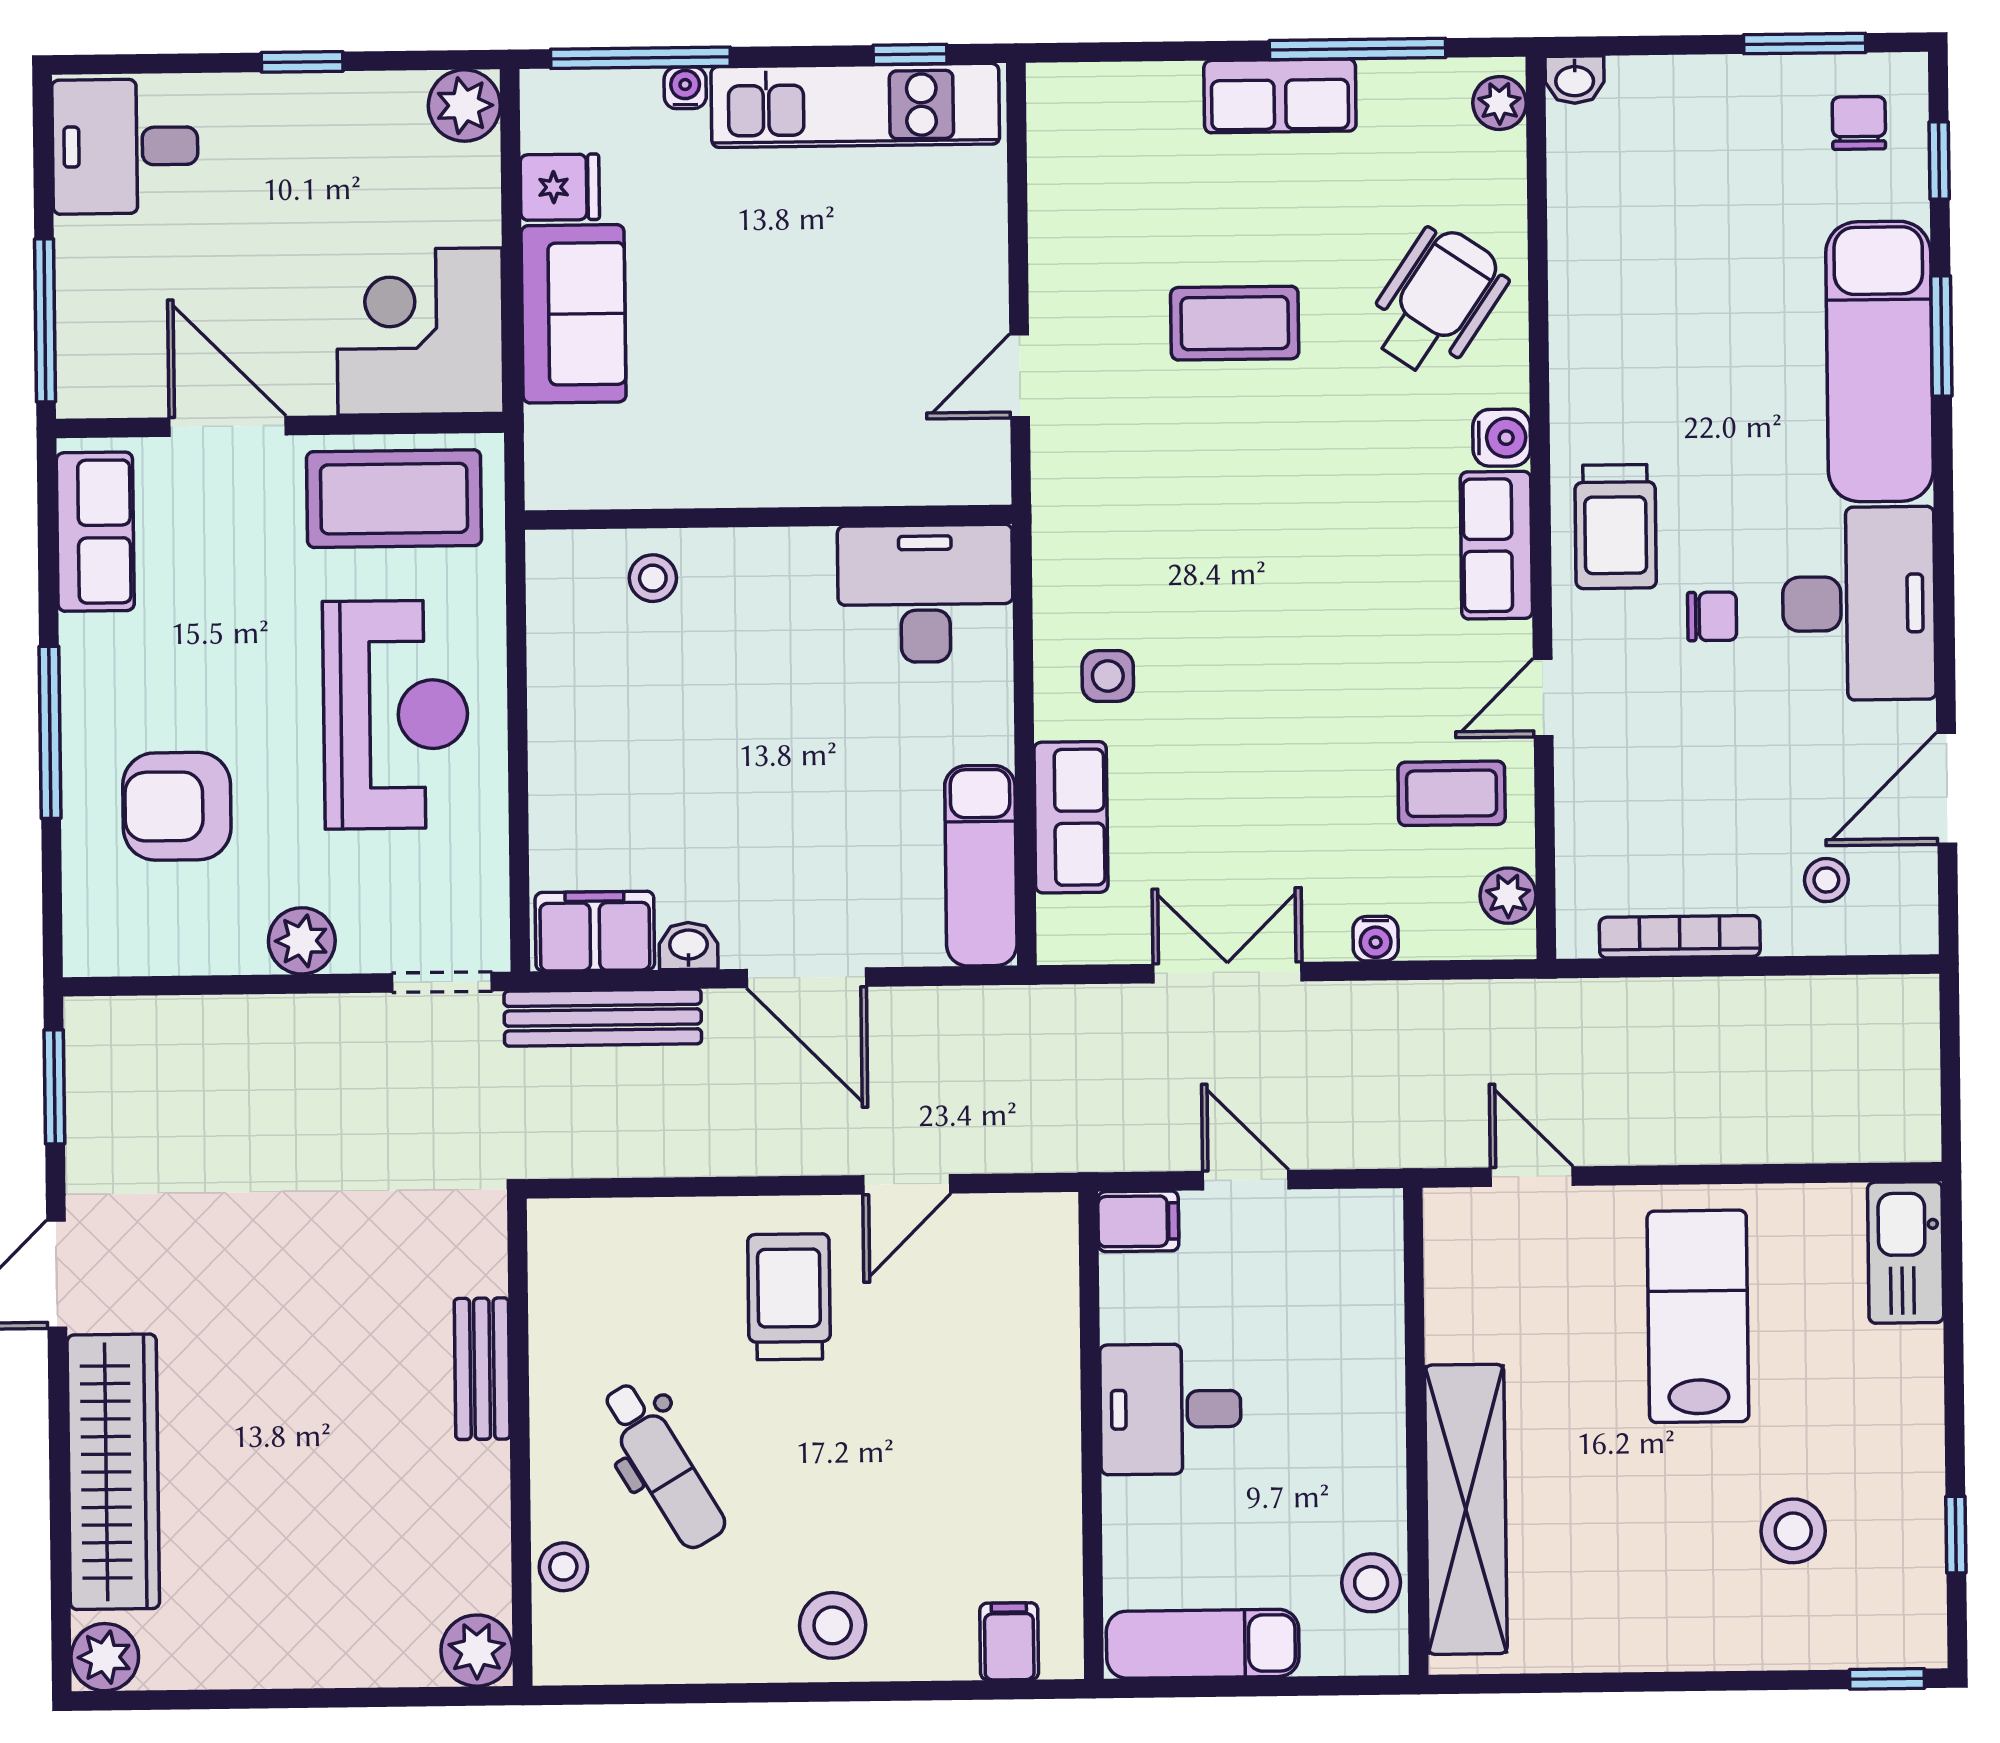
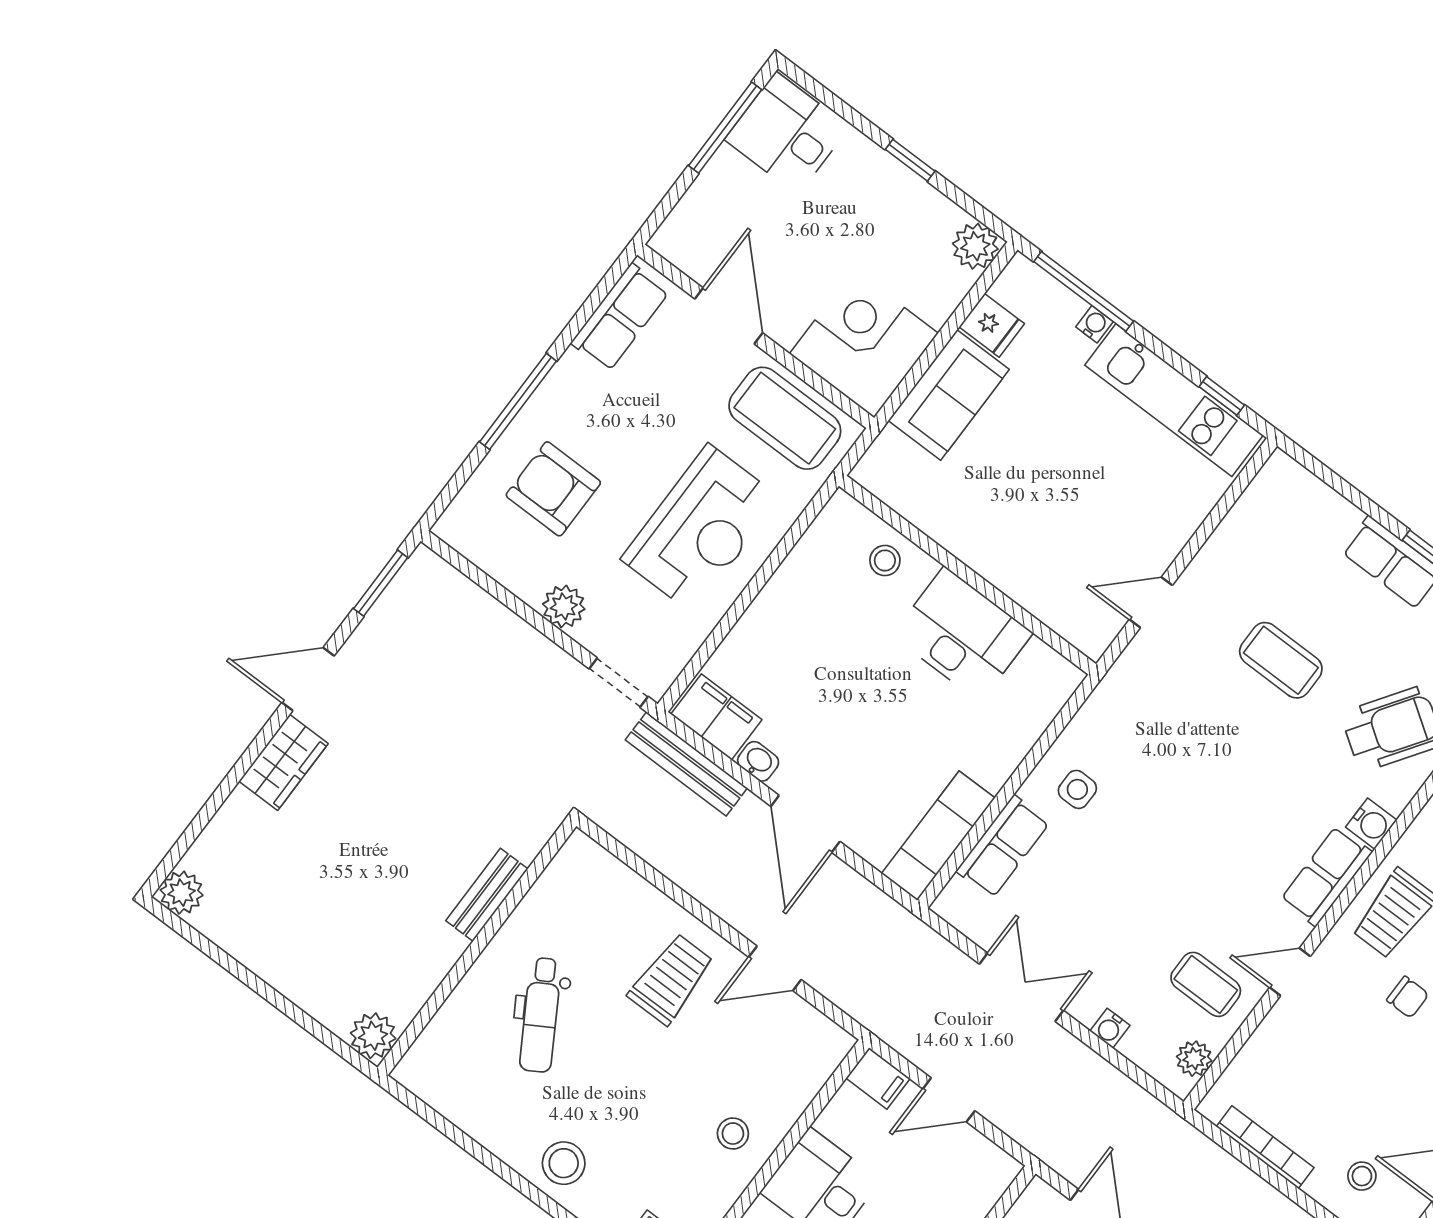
window: (45, 320) -> (725, 128), moved
desk: (925, 594) -> (962, 634), moved
door: (1246, 1180) -> (949, 1100), swing flipped
wardrobe: (113, 1472) -> (283, 762), width x0.48, depth x0.85
stool: (563, 1567) -> (733, 1134), moved

